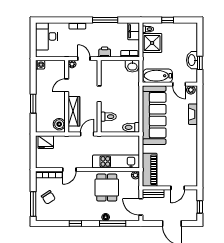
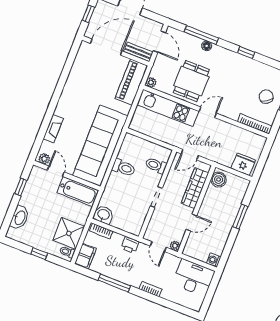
desk: (46, 36) -> (193, 278), moved, turned -90
washbasin: (192, 60) -> (20, 218), moved
toilet: (131, 127) -> (124, 168), moved
door: (69, 170) -> (208, 112), moved
door: (178, 188) -> (106, 47), width x1.87

